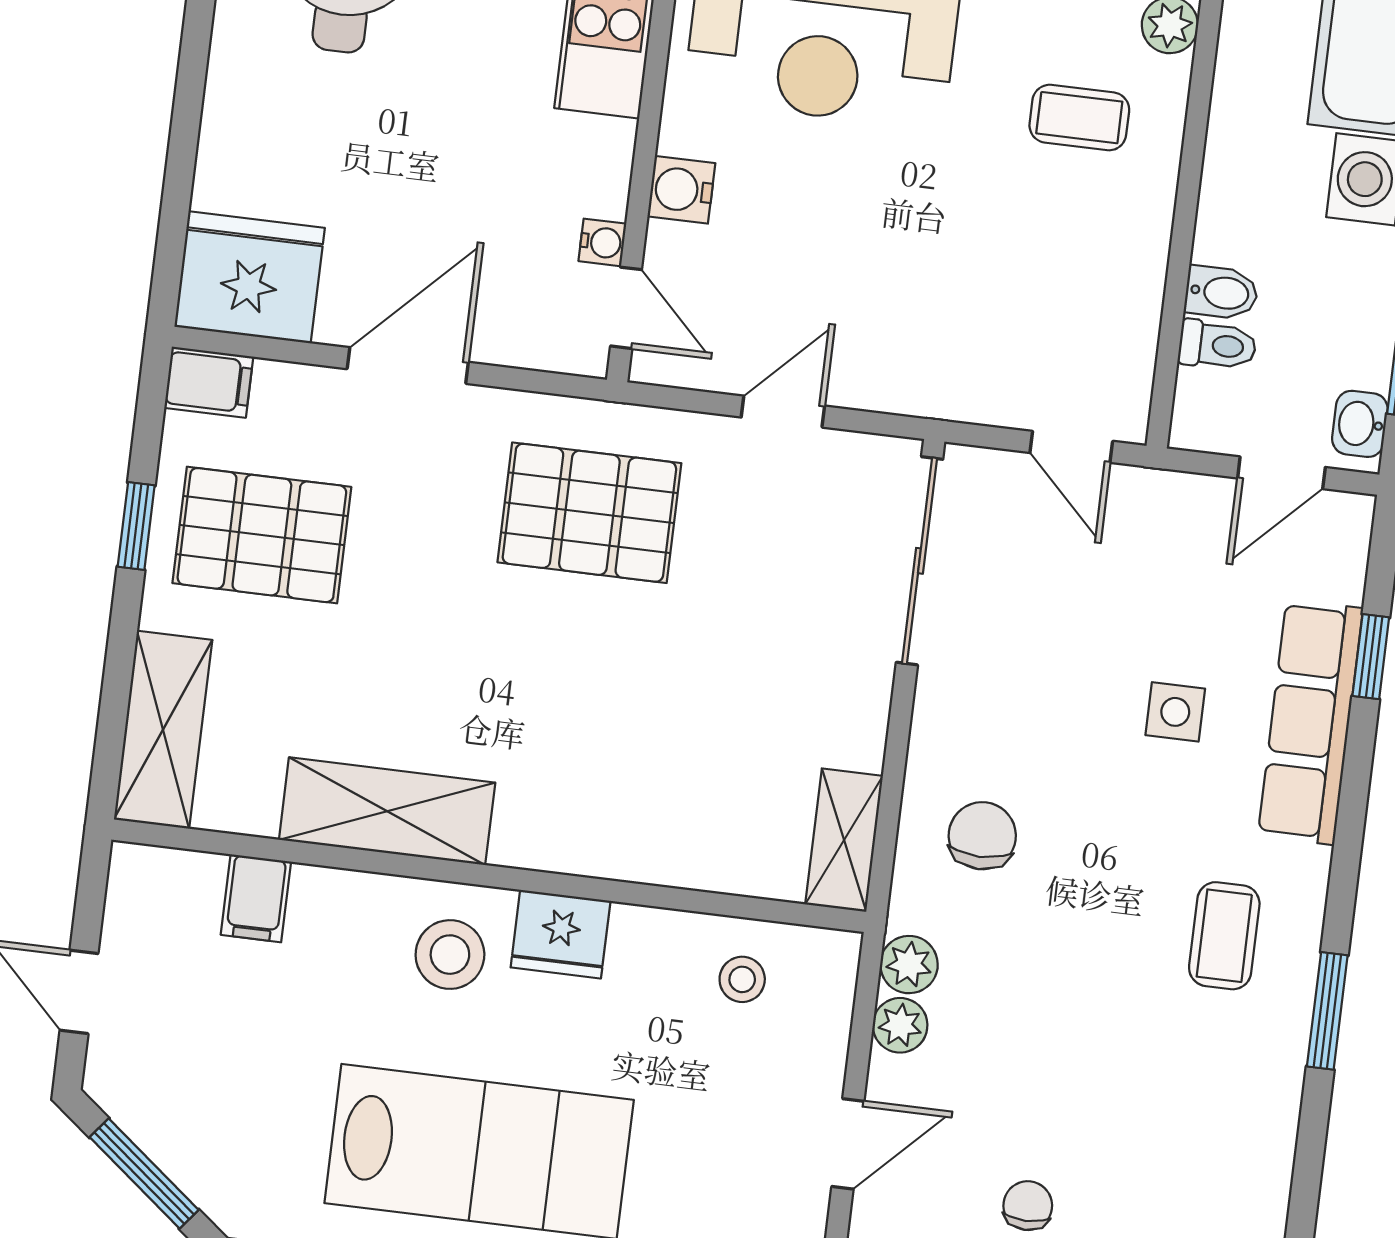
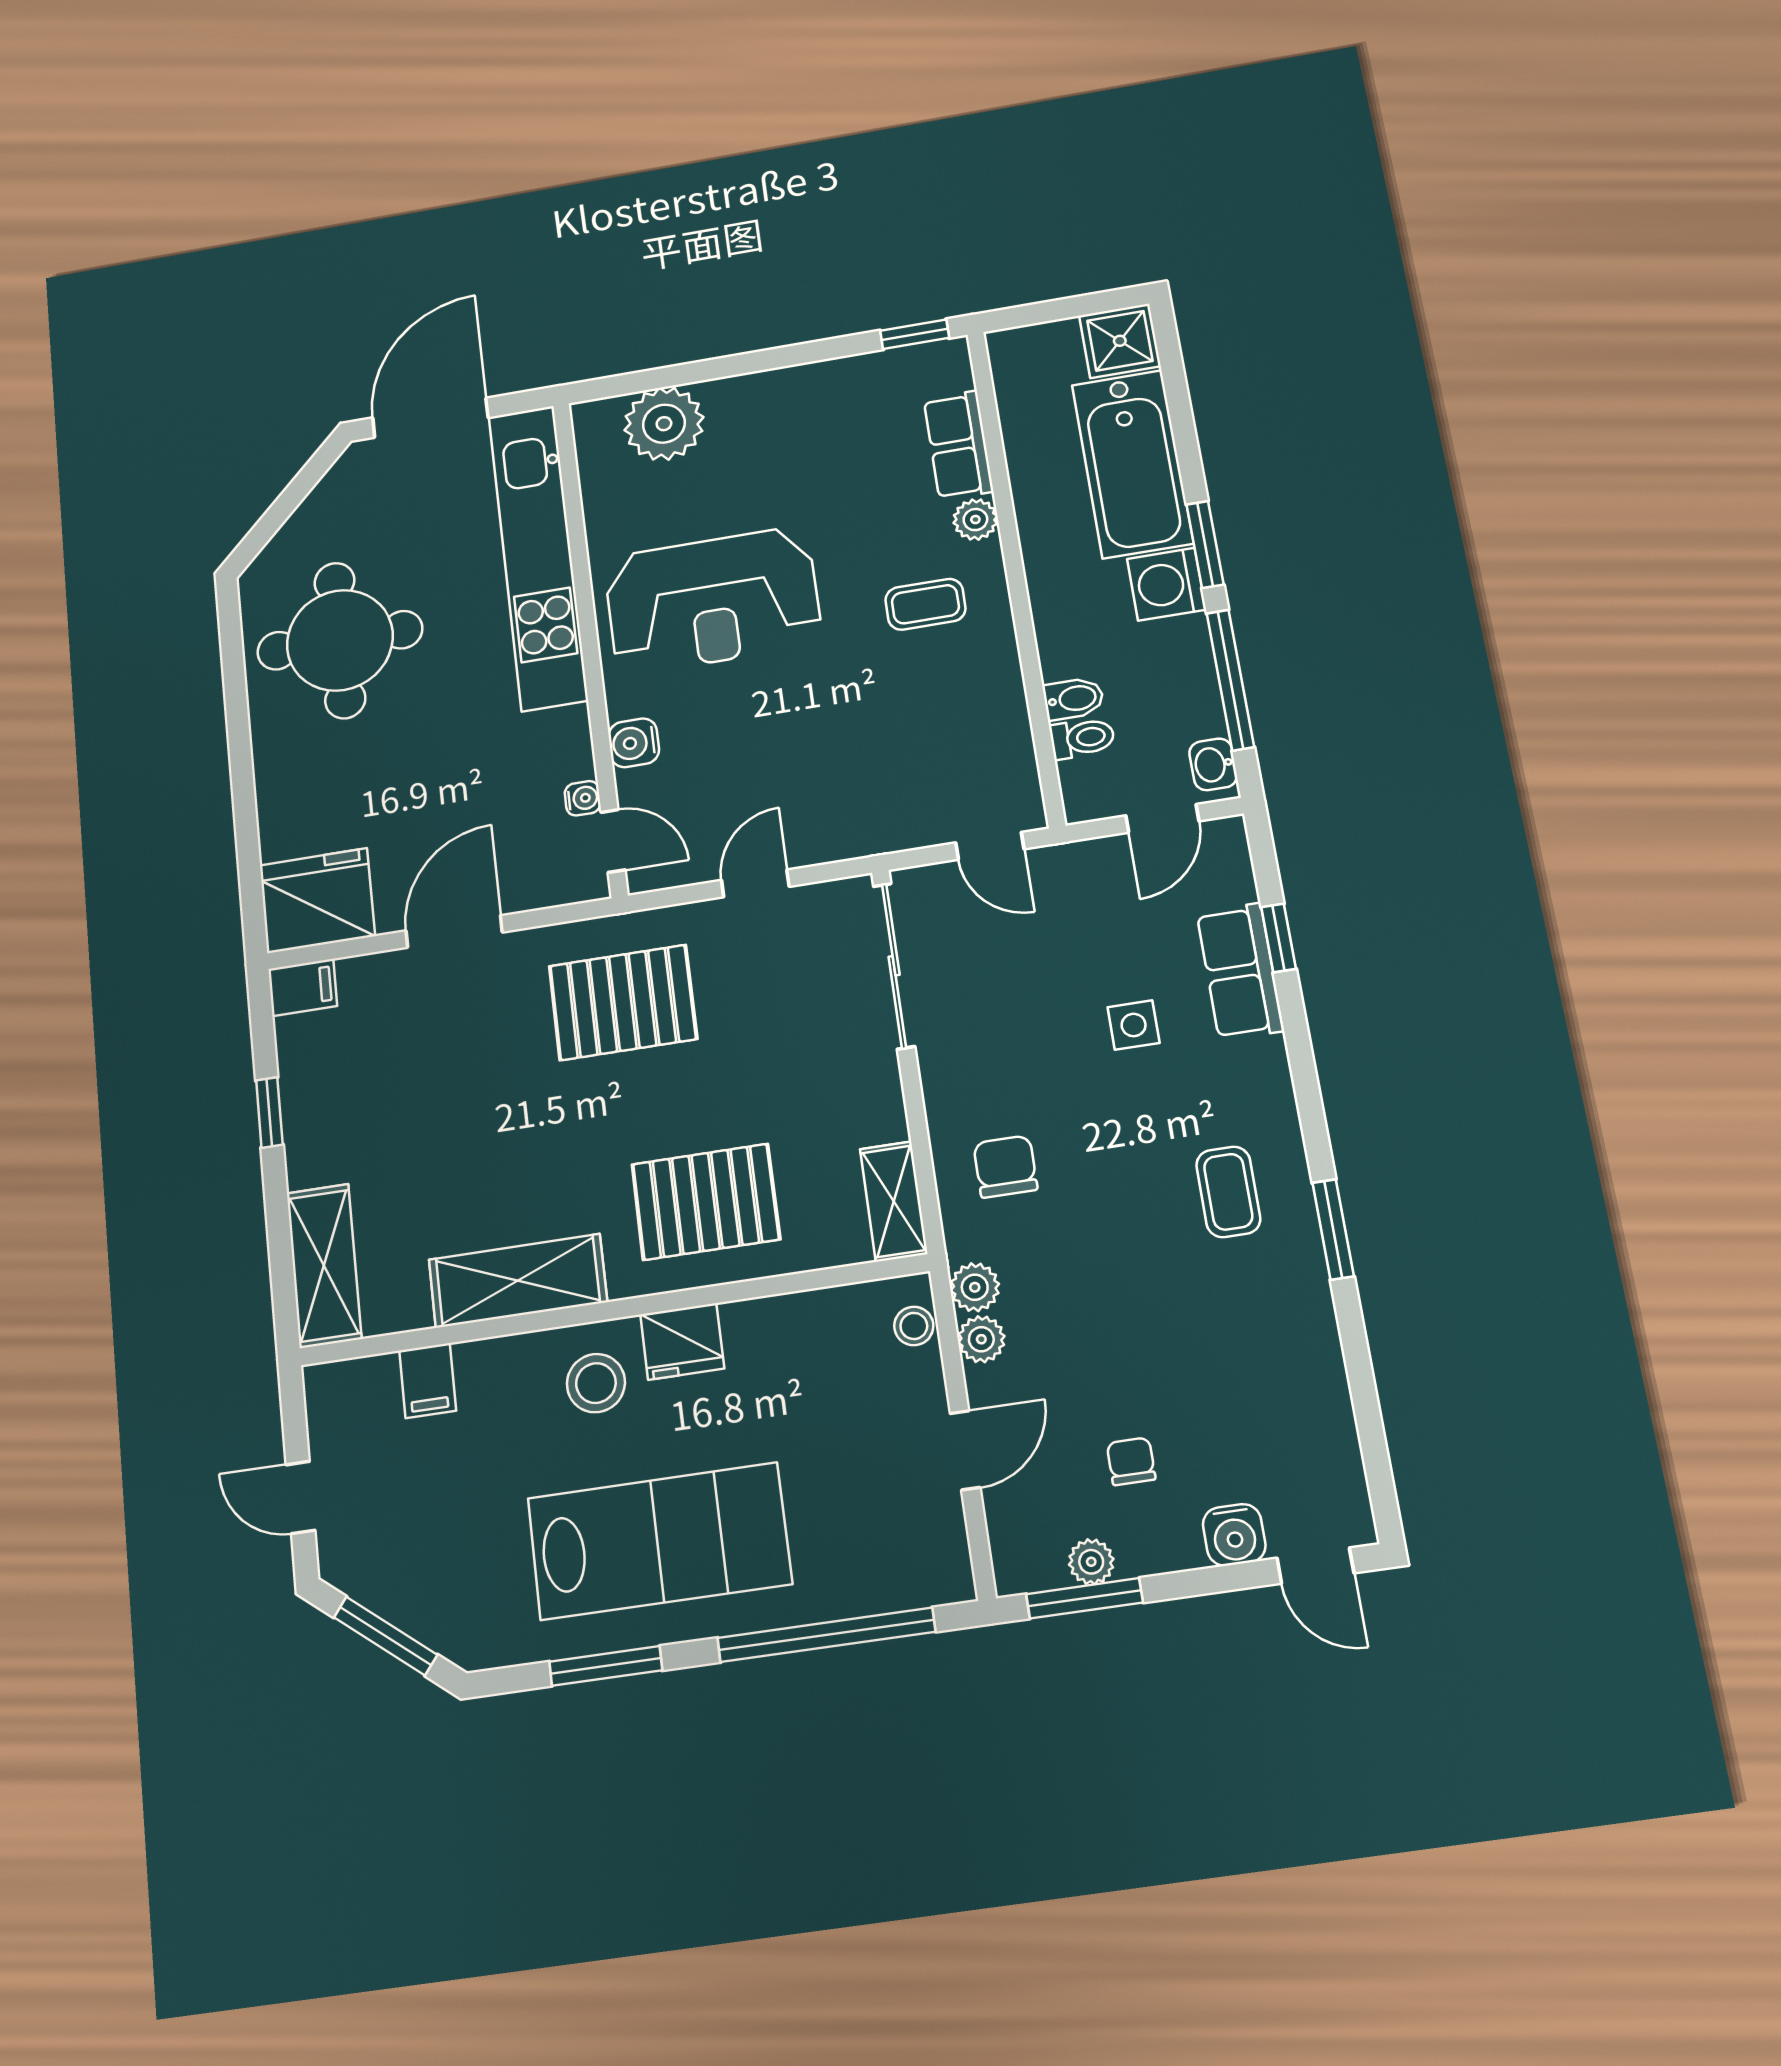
pallet: (262, 535) -> (706, 1202), moved
row of seats: (1310, 722) -> (1240, 971), width x0.68
stool: (742, 979) -> (914, 1326), moved

